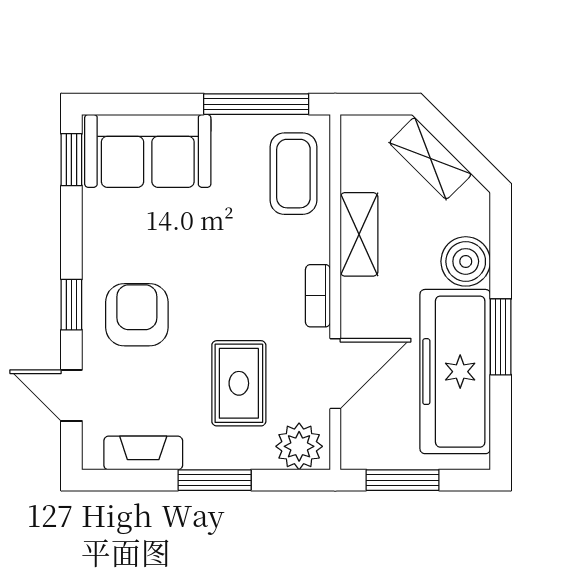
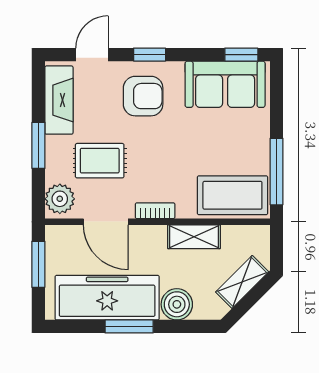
sofa: (148, 151) -> (225, 84), moved, turned -90
coffee table: (293, 174) -> (232, 195), width x1.36, depth x1.32
fireplace: (143, 453) -> (59, 100), width x1.37, depth x1.32

